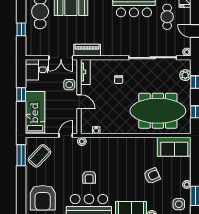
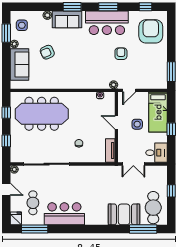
piano: (87, 50) -> (109, 171), removed
double door: (61, 58) -> (133, 164), swing flipped
plant: (185, 75) -> (16, 148), removed
side table: (69, 85) -> (137, 124), moved
sofa: (174, 147) -> (20, 64), moved, turned 90
coffee table: (40, 156) -> (154, 71), removed
armchair: (89, 177) -> (121, 54), moved

